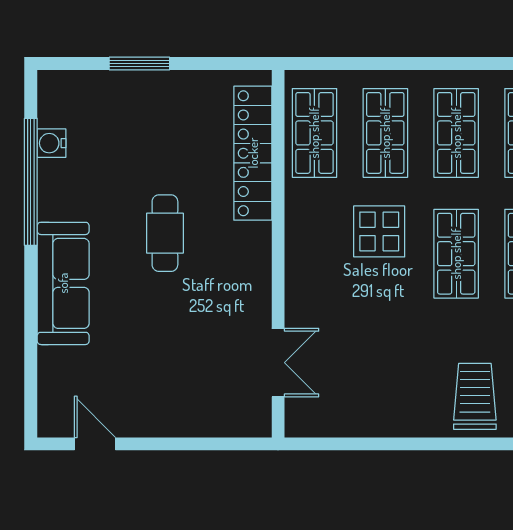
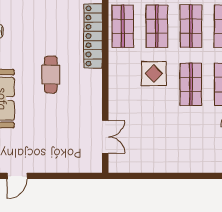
trolley: (475, 396) -> (200, 153), removed
door: (95, 444) -> (17, 176), swing flipped

